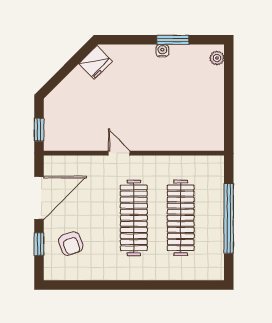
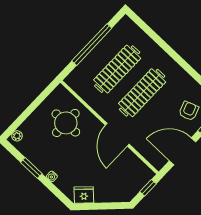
water cooler: (162, 51) -> (52, 176), moved
round table: (181, 117) -> (66, 123), added
door: (119, 153) -> (117, 135), width x1.88

